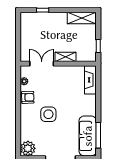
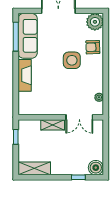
boiler: (27, 19) -> (96, 168), added
fireplace: (90, 80) -> (25, 75), moved
armchair: (28, 97) -> (93, 47), moved

